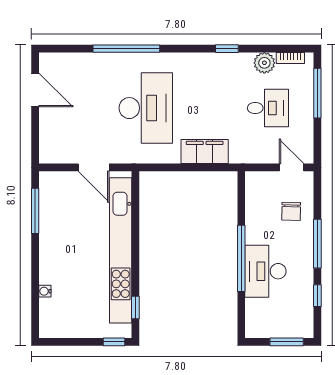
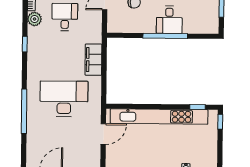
desk: (265, 271) -> (169, 20), width x0.73

